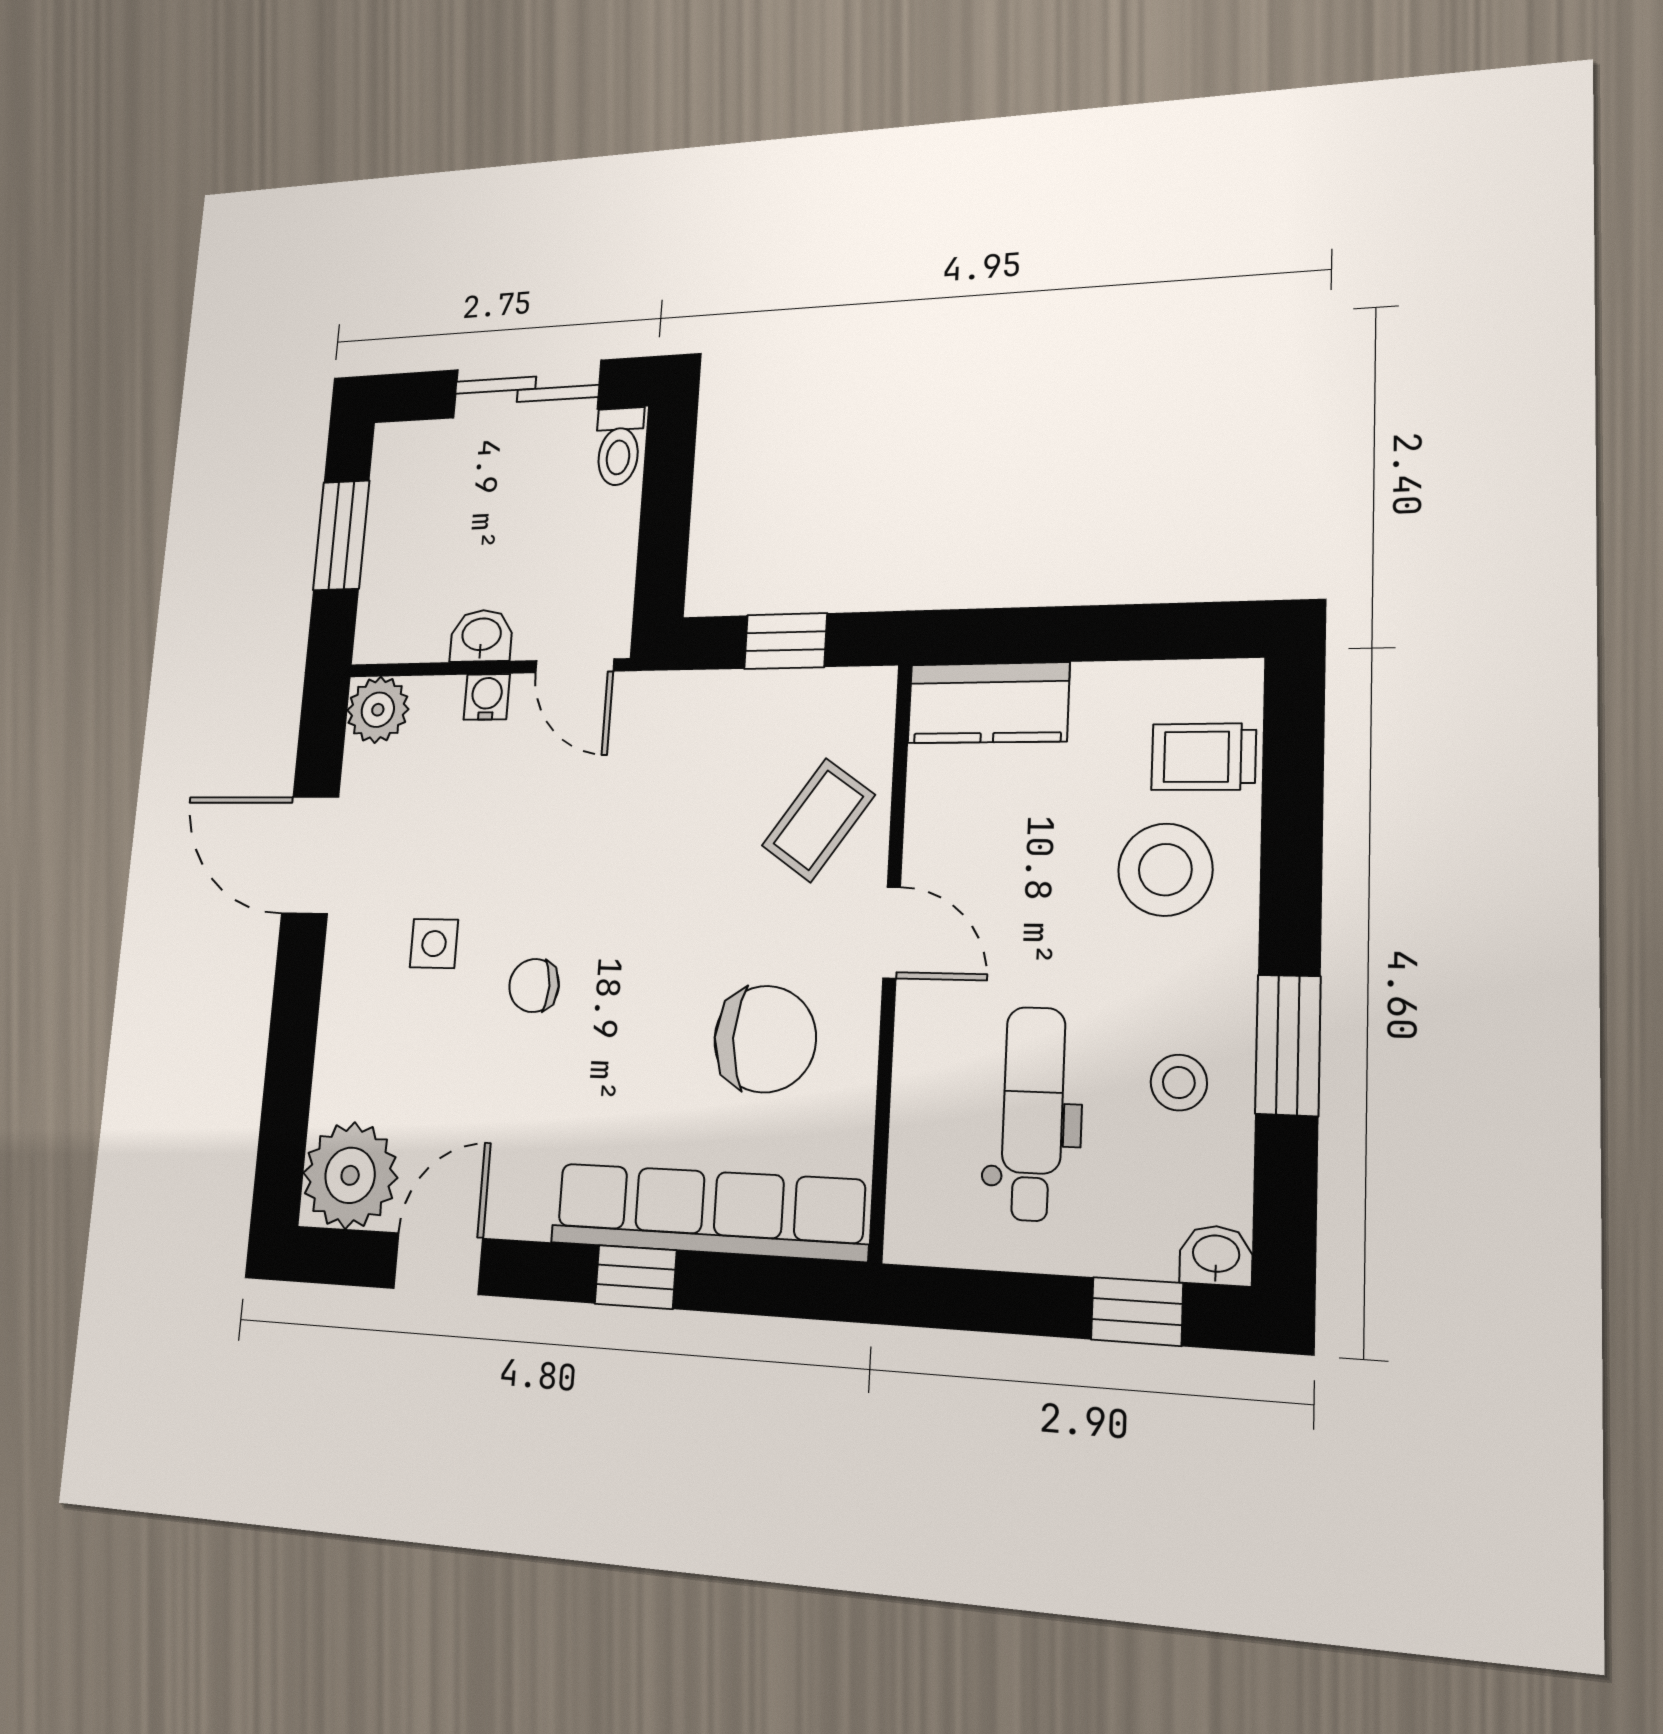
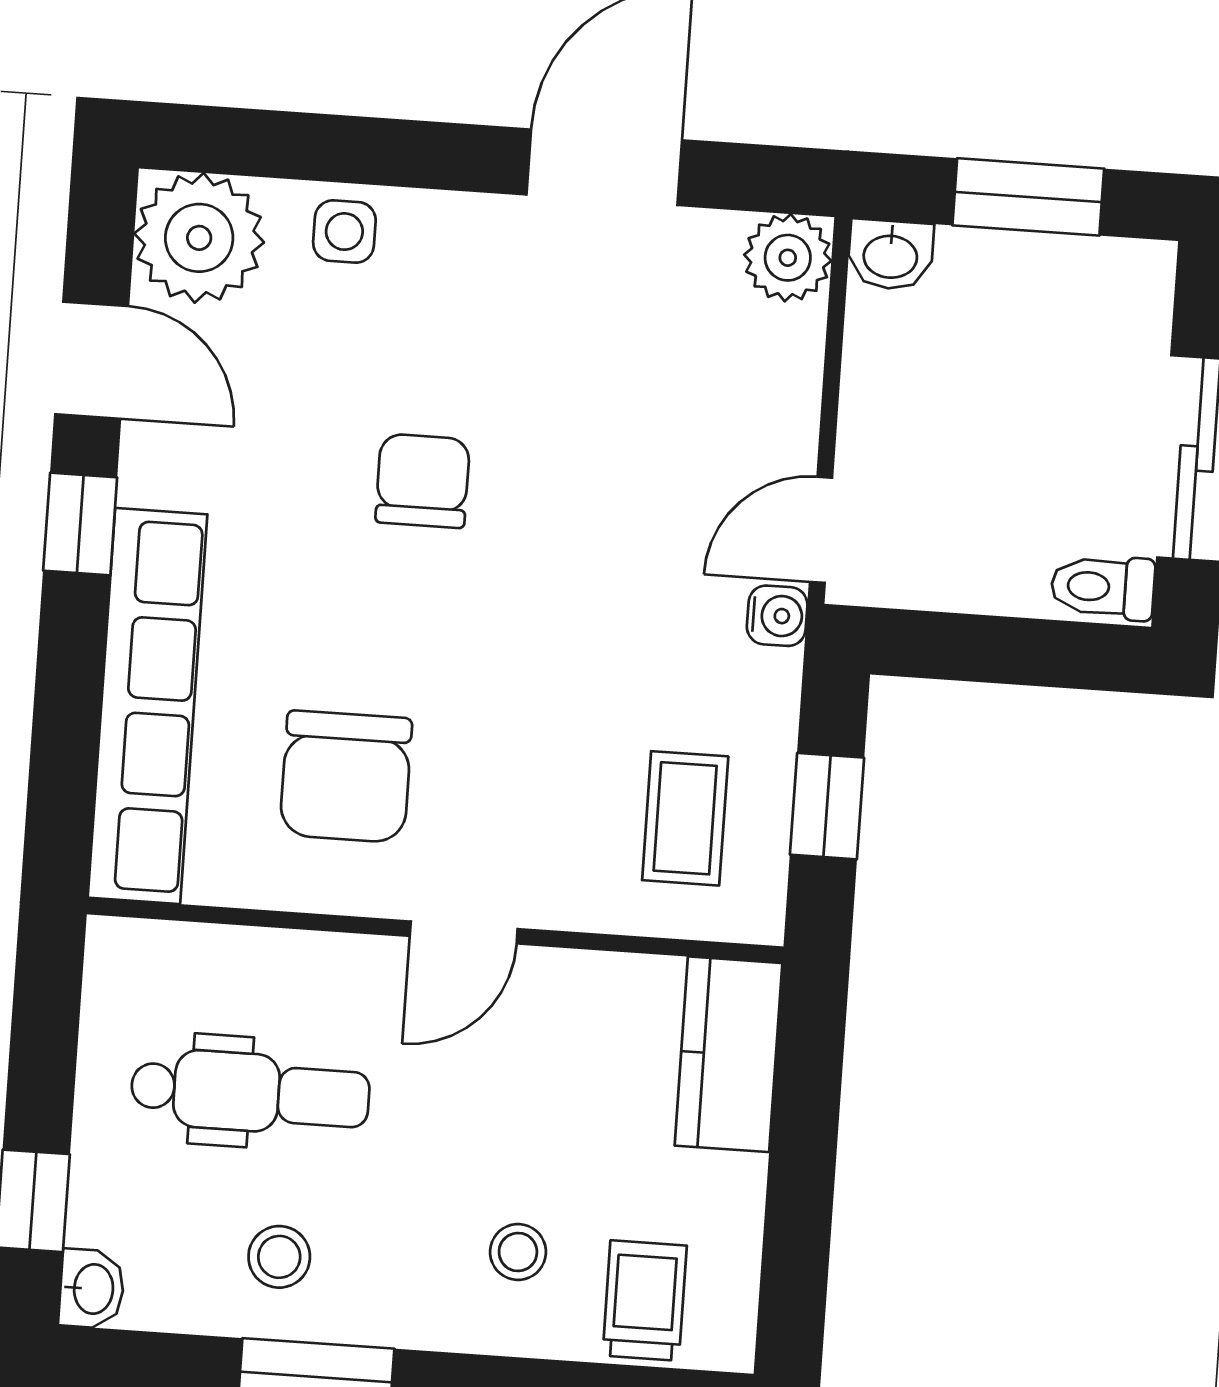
washbasin: (481, 636) -> (890, 255), moved, turned 90
water cooler: (487, 697) -> (777, 616), moved
coffee table: (818, 820) -> (685, 818), moved, turned 55
stool: (1165, 870) -> (518, 1252), width x0.53, depth x0.53
side table: (434, 944) -> (344, 232), moved
chair: (534, 985) -> (423, 481), width x1.37, depth x1.37
window: (636, 1277) -> (80, 524), moved

